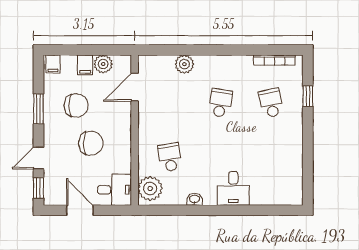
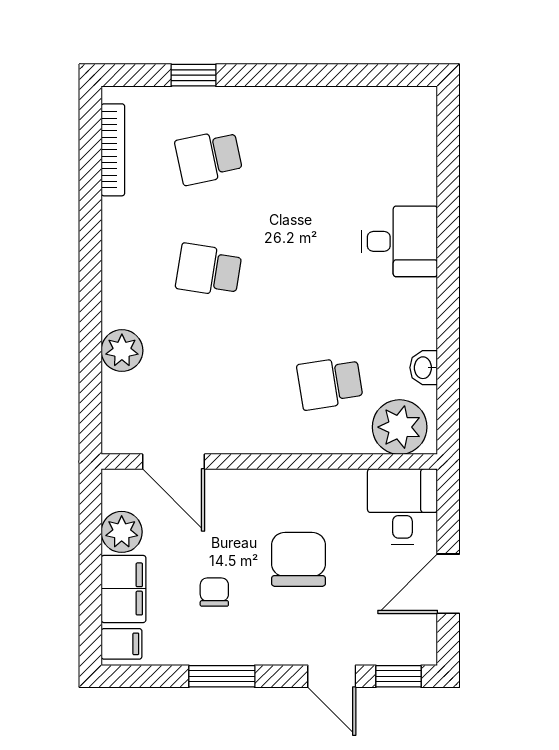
filing cabinet: (85, 65) -> (124, 589), width x2.00
chair: (76, 105) -> (214, 592), width x0.54, depth x0.54
washbasin: (195, 199) -> (424, 368), moved

